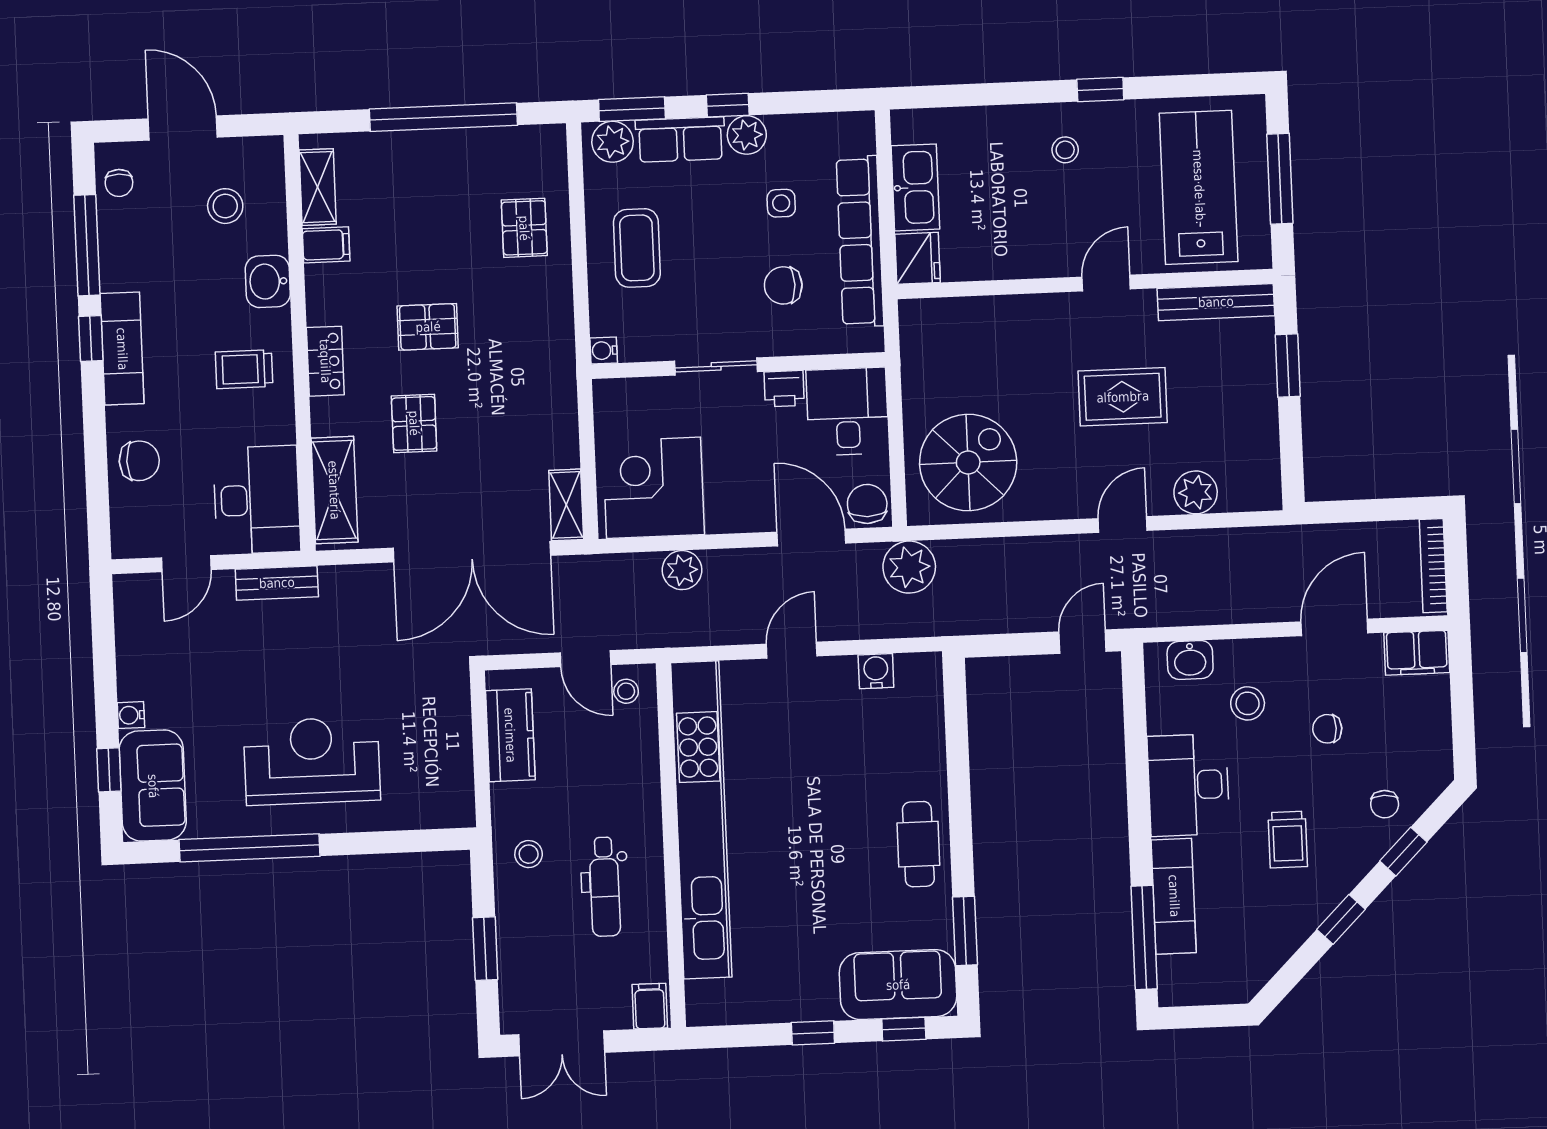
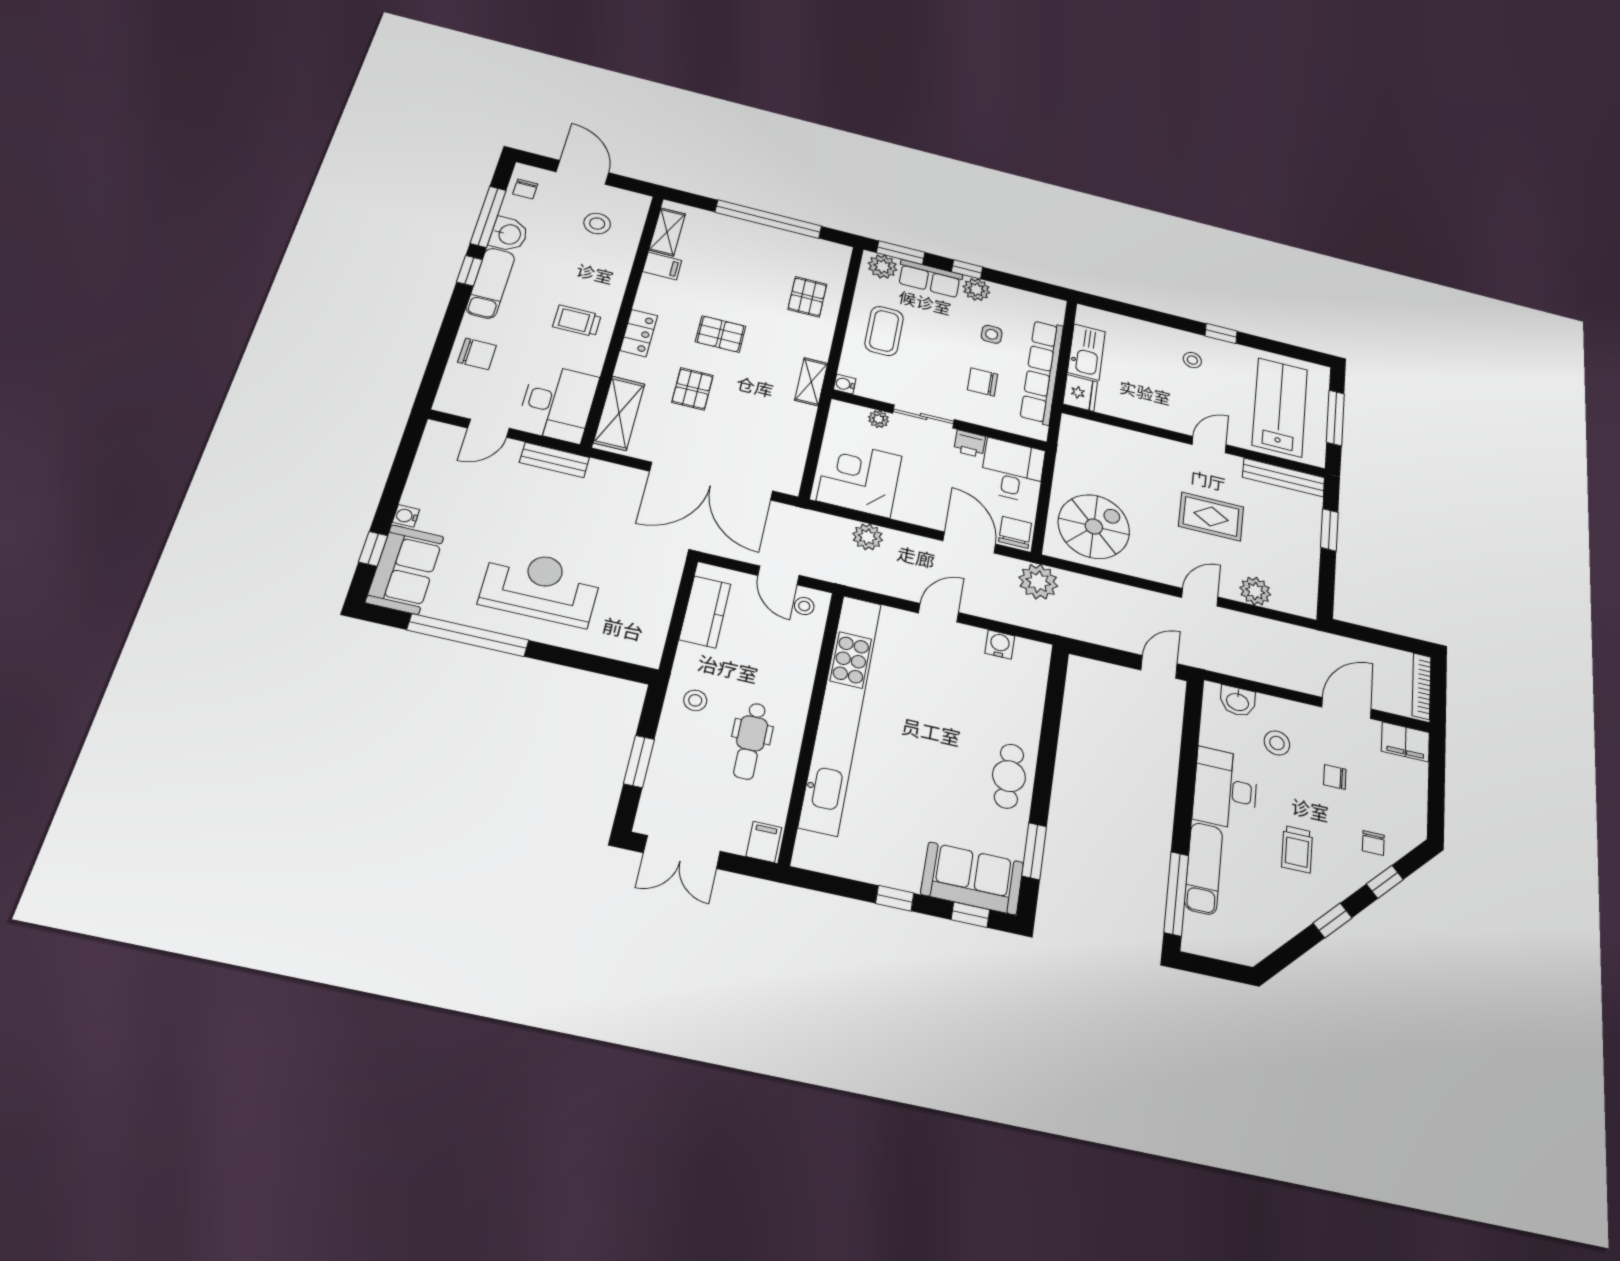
washbasin: (268, 281) -> (509, 234), moved, turned 180
plant: (659, 390) -> (879, 419), added
shelving: (566, 505) -> (811, 382), moved

